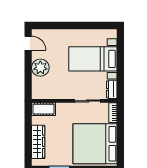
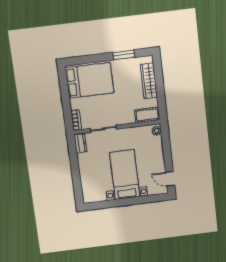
bed with nightstands: (93, 59) -> (125, 175), moved, turned -90
plant: (40, 68) -> (156, 131), moved, width x0.53, depth x0.53
bed: (95, 144) -> (90, 80), width x0.73

